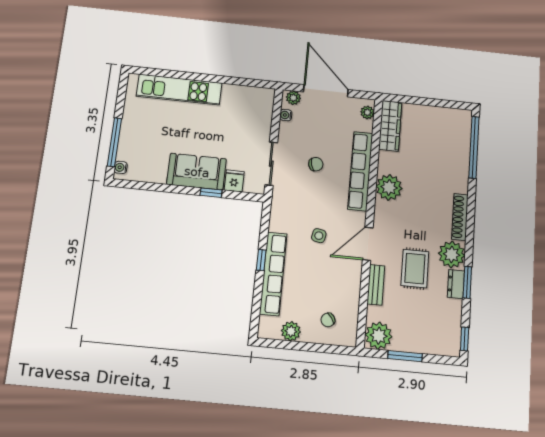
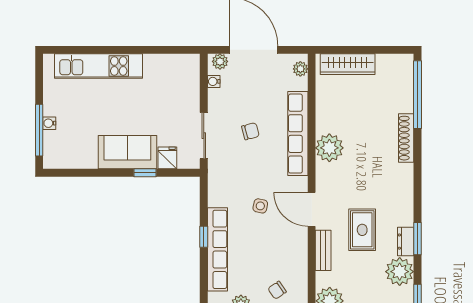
wardrobe: (390, 126) -> (348, 64), moved, turned 90
water cooler: (121, 167) -> (49, 123), moved
shoe rack: (460, 217) -> (406, 138), moved
door: (368, 244) -> (312, 209), hinge flipped
plant: (452, 254) -> (400, 272), moved

